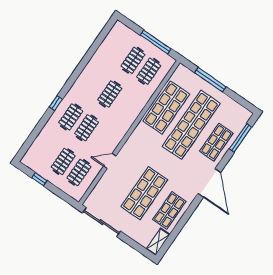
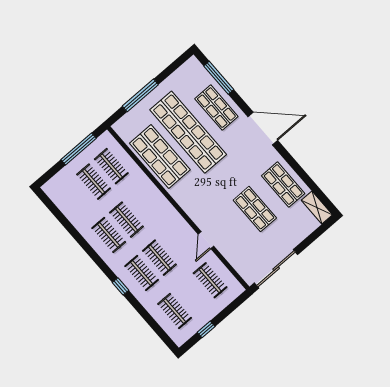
clothes rail: (94, 83) -> (109, 235), added
clothes rail: (63, 162) -> (175, 311), moved
shop shelf: (144, 193) -> (255, 209), width x0.70, depth x0.74

